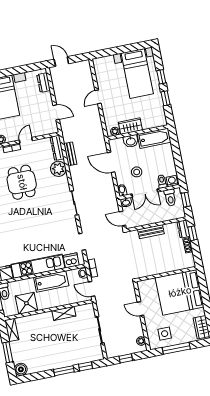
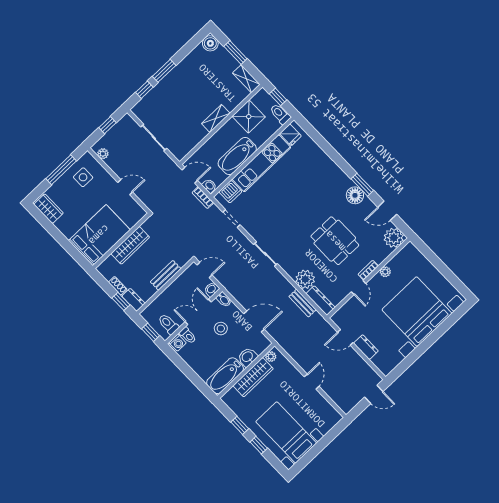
dresser: (44, 83) -> (366, 347), moved
wardrobe: (130, 126) -> (253, 377), width x1.50
wardrobe: (162, 267) -> (130, 245), added
bed: (180, 292) -> (99, 235), width x0.73
shelving: (64, 313) -> (216, 118), moved

